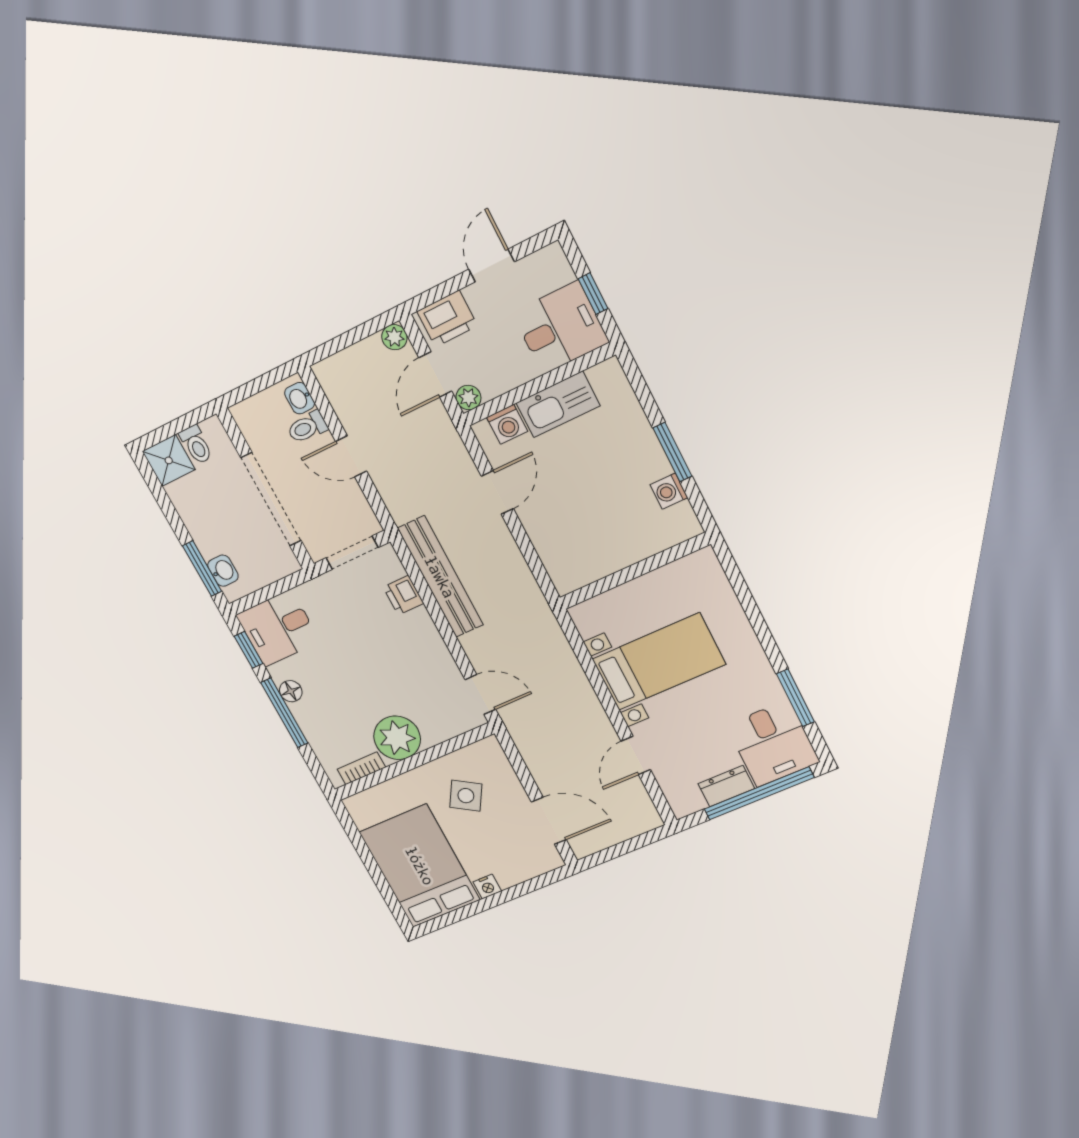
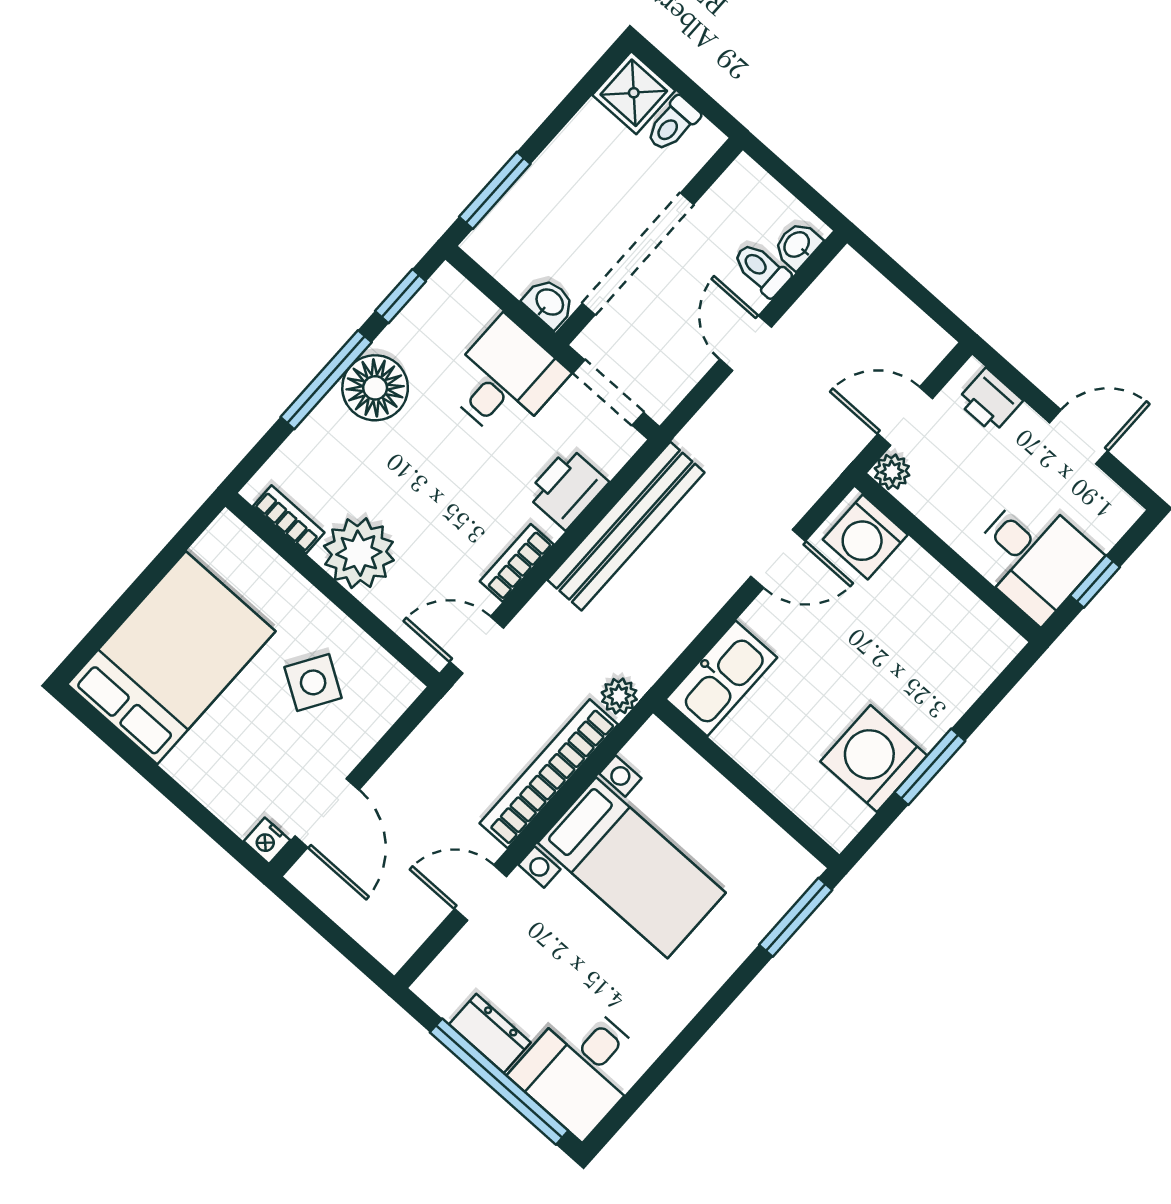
printer: (447, 319) -> (990, 401), width x0.73, depth x0.81
plant: (394, 337) -> (619, 696), moved
kitchen sink: (558, 404) -> (721, 678), moved, turned -90
washing machine: (507, 424) -> (865, 537), width x1.38, depth x1.38
washing machine: (669, 491) -> (874, 759), width x1.89, depth x1.89
washbasin: (223, 571) -> (549, 303), moved, turned -90
printer: (403, 595) -> (567, 488), width x1.36, depth x1.24
desk: (278, 628) -> (505, 379), moved, turned 90
bookcase: (438, 650) -> (517, 563), added
bookcase: (578, 686) -> (549, 774), added
floor lamp: (291, 691) -> (375, 388), width x1.89, depth x1.89
door: (480, 694) -> (477, 645), swing flipped
window: (795, 698) -> (796, 917), moved
nightstand: (487, 887) -> (267, 841), moved

